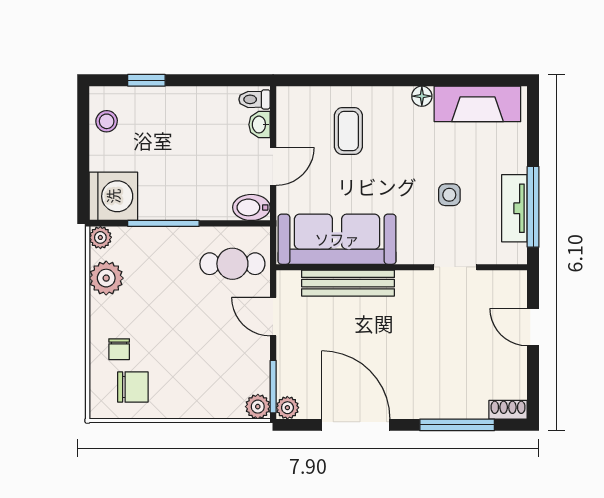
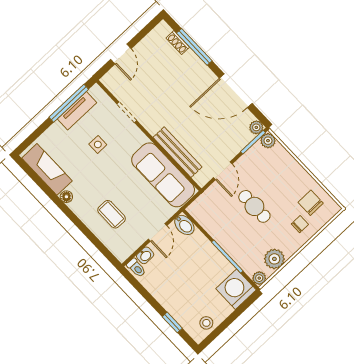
coffee table: (348, 131) -> (112, 214), turned 90
door: (273, 166) -> (158, 232), swing flipped
cafe table: (232, 264) -> (254, 206), moved
shoe rack: (508, 410) -> (178, 43), moved
door: (356, 425) -> (236, 91), hinge flipped

